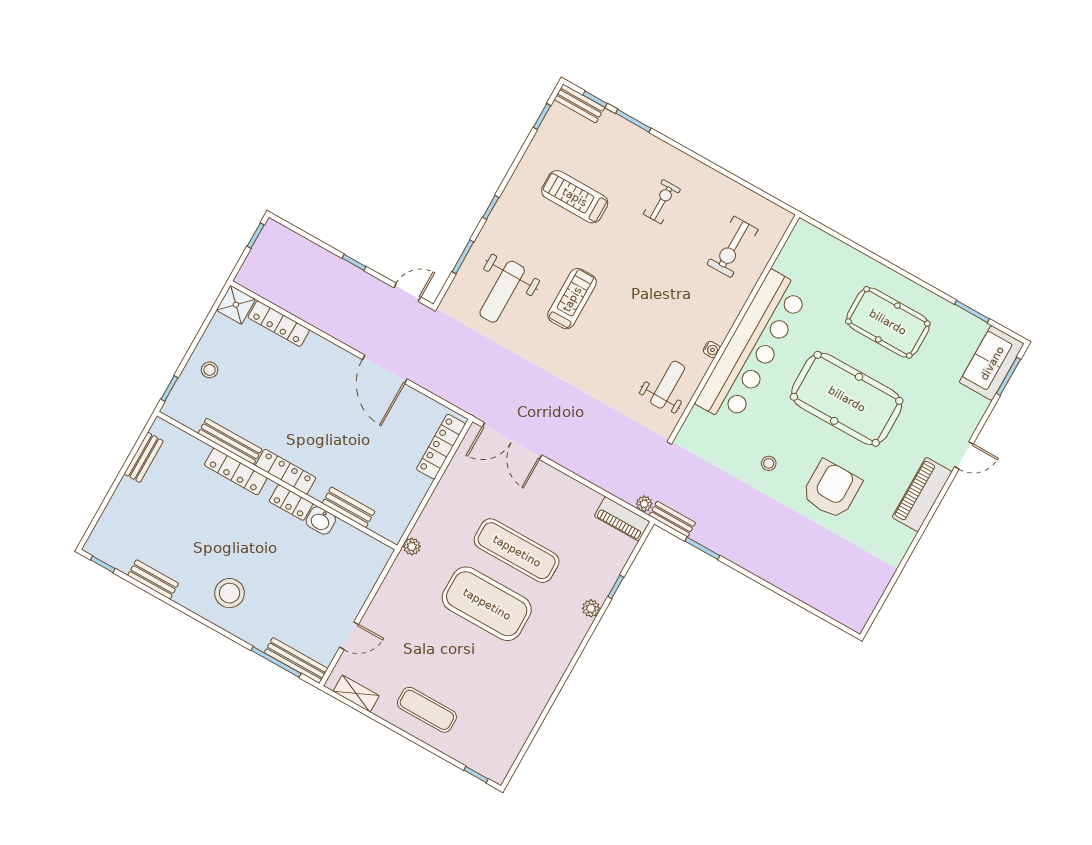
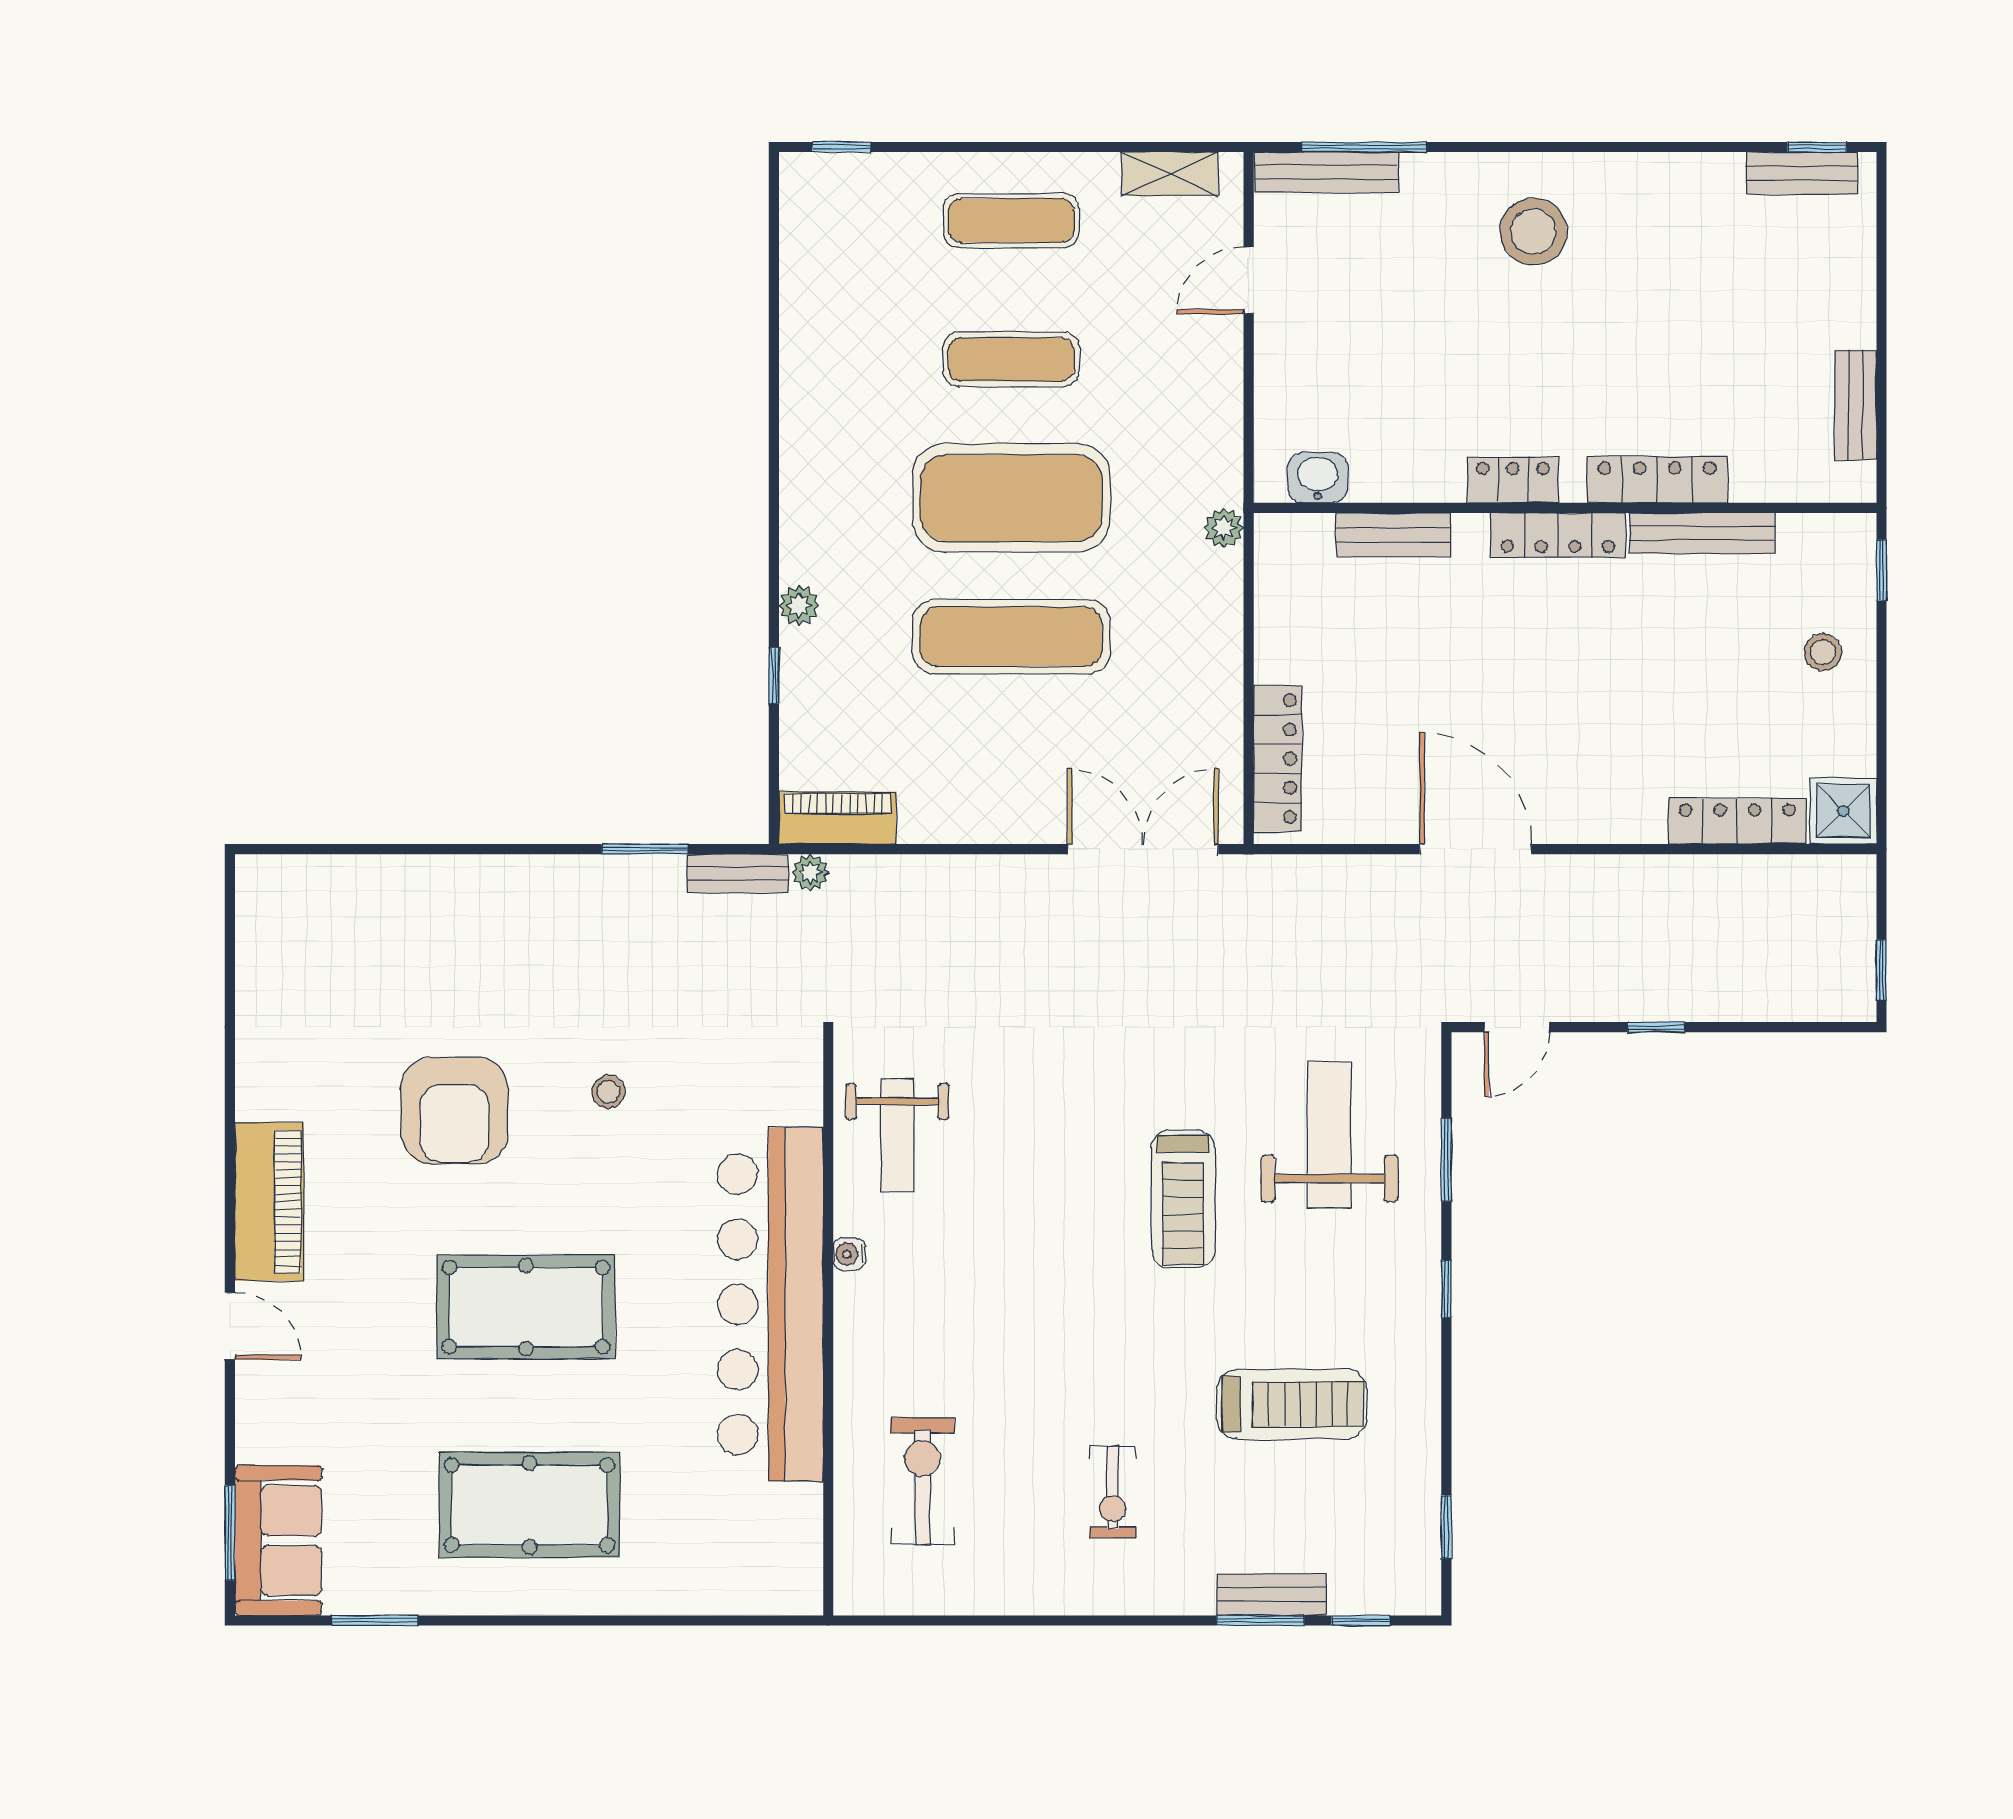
bench: (579, 103) -> (1272, 1595), moved
pool table: (847, 399) -> (526, 1307), width x0.73, depth x0.76
door: (964, 455) -> (230, 1326), swing flipped
washbasin: (321, 520) -> (1318, 478), moved
bench: (153, 579) -> (1802, 173), moved
exercise mat: (457, 657) -> (1011, 359), added

